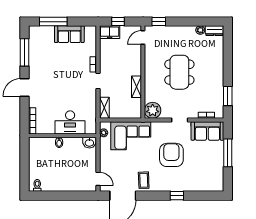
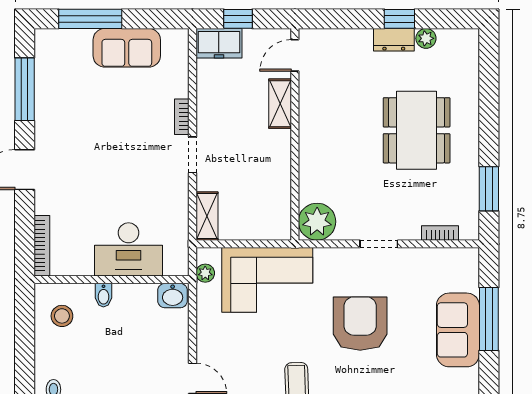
window: (159, 22) -> (399, 19), moved
dresser: (214, 31) -> (394, 40), moved
dining table: (179, 72) -> (417, 130), moved
shelving: (136, 87) -> (280, 104), moved
sofa: (207, 131) -> (458, 330), moved, turned 90
stool: (41, 152) -> (62, 316), added

